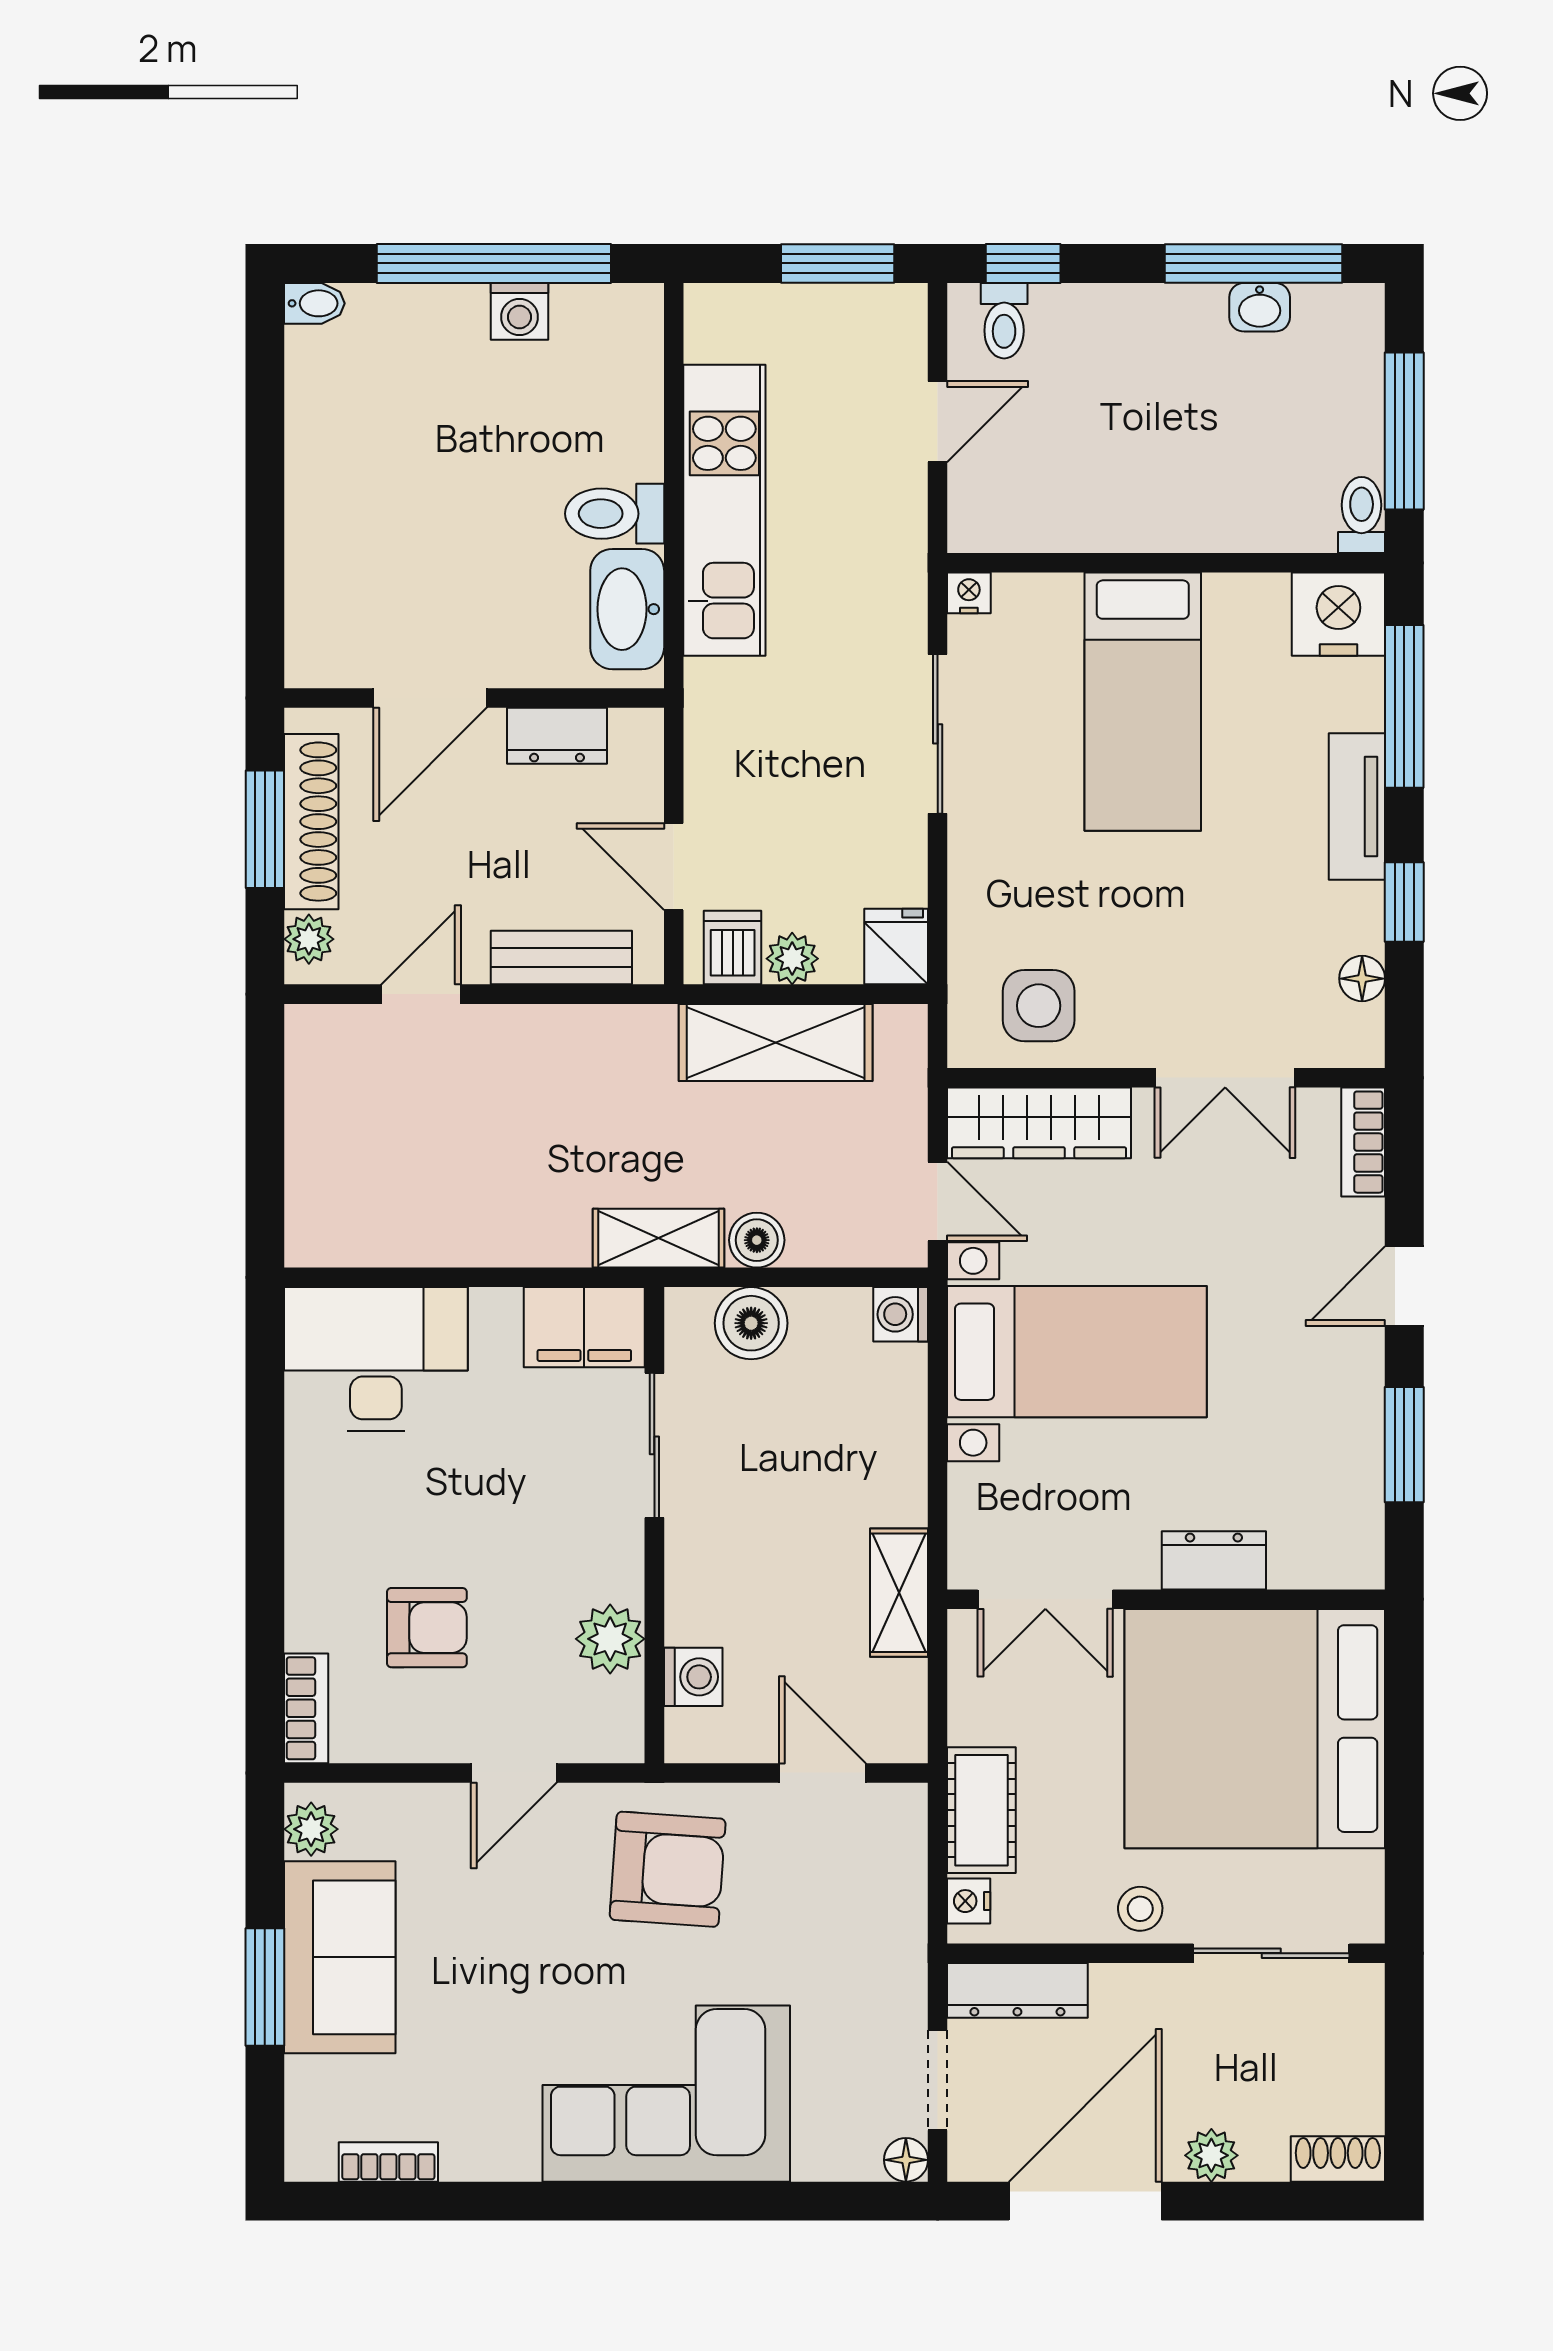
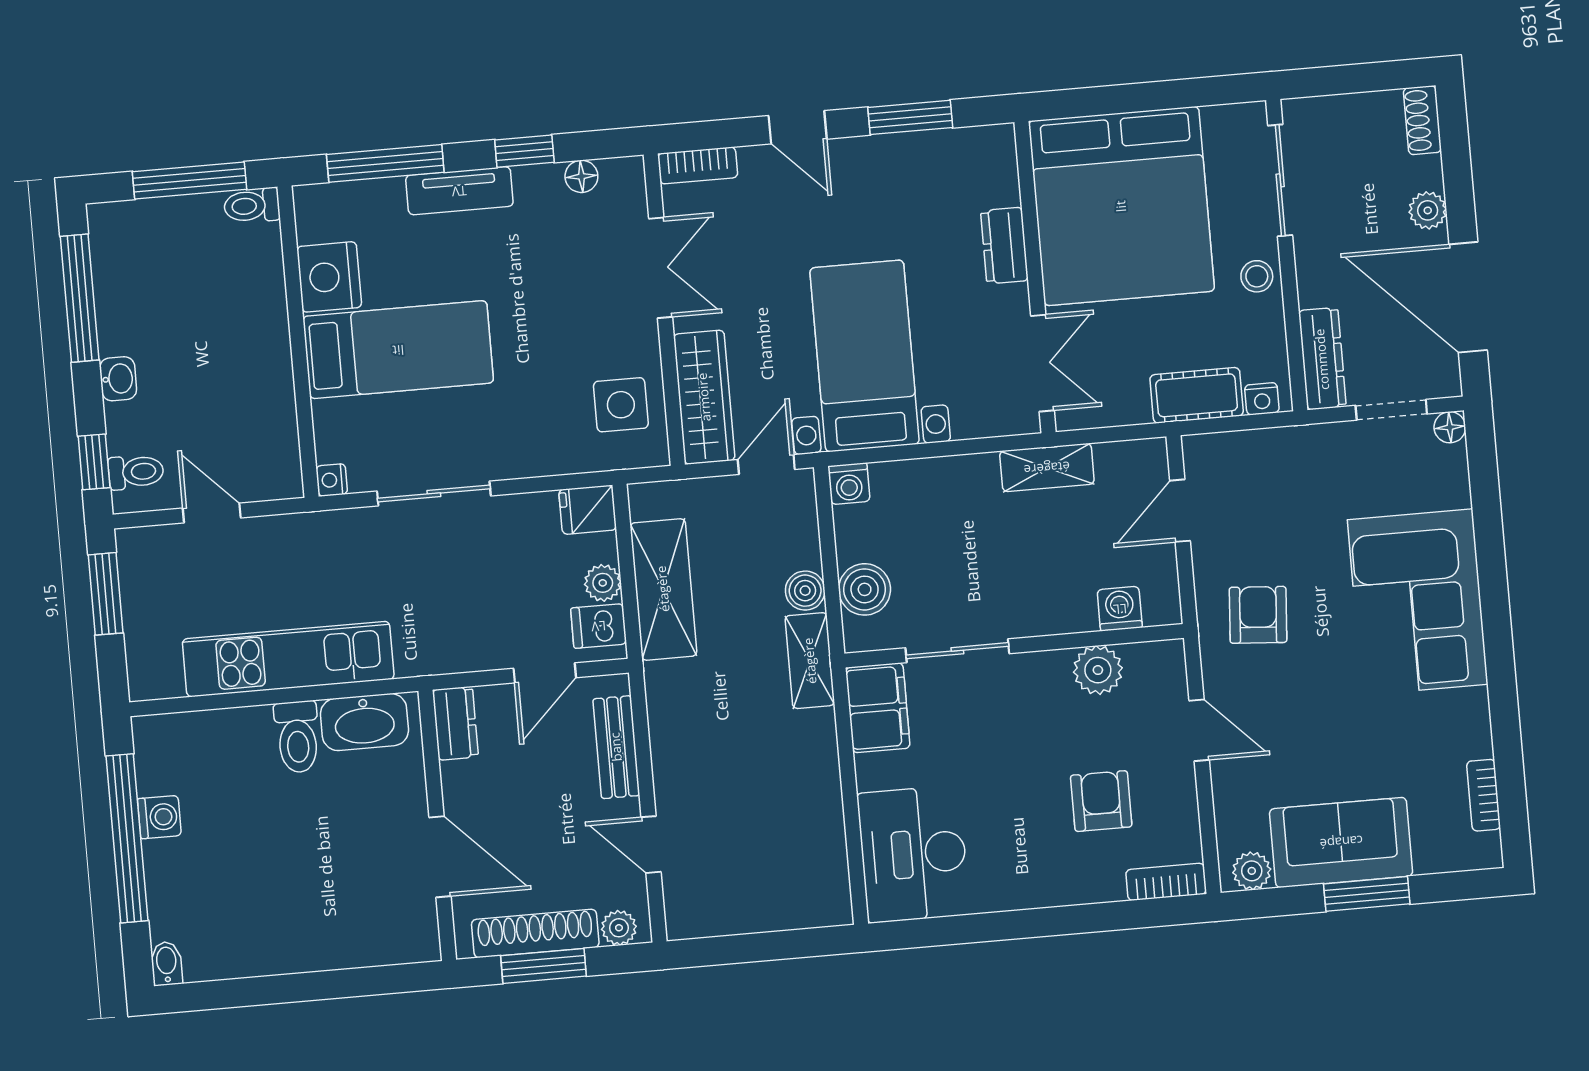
washbasin: (1260, 307) -> (118, 379), moved
nightstand: (1338, 614) -> (329, 277), moved
dresser: (557, 736) -> (455, 723), moved
armchair: (668, 1869) -> (1258, 615), width x0.72, depth x0.72

